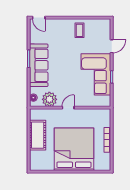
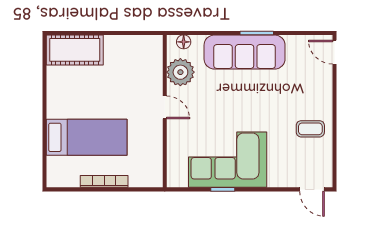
door: (39, 18) -> (334, 52), hinge flipped
door: (112, 46) -> (312, 189), moved
cot: (38, 135) -> (75, 50), moved
bed: (74, 149) -> (87, 137), width x0.49

